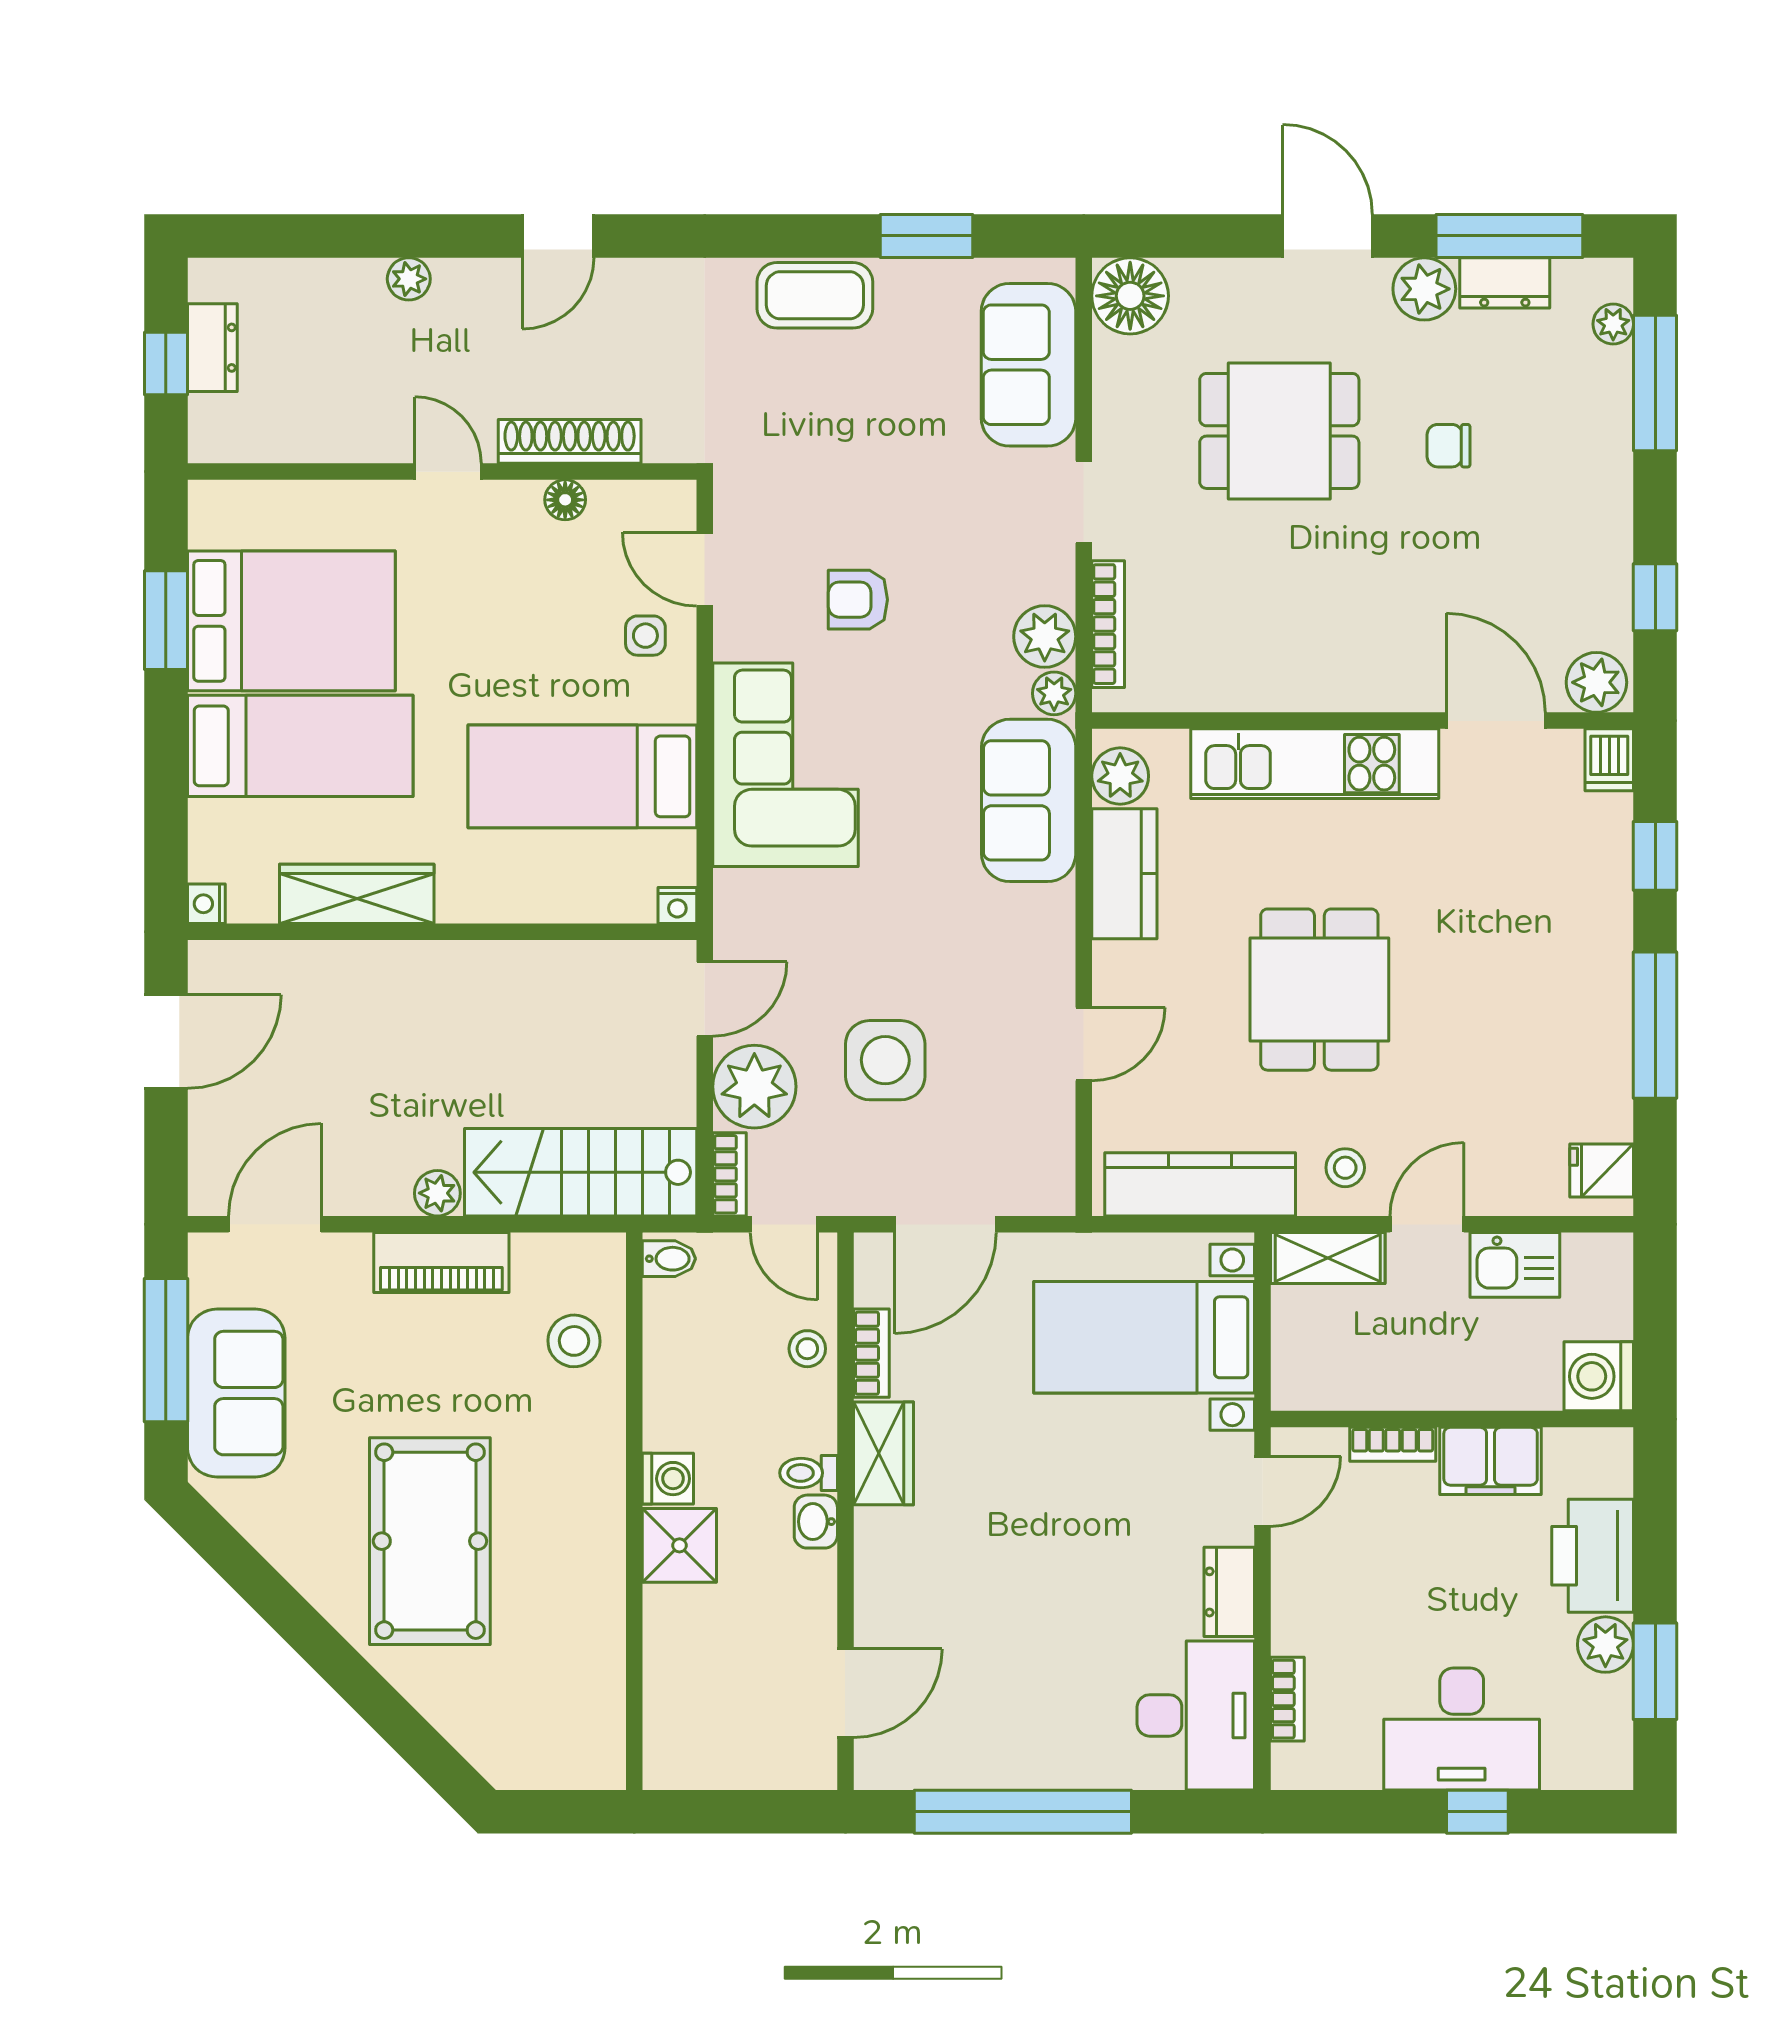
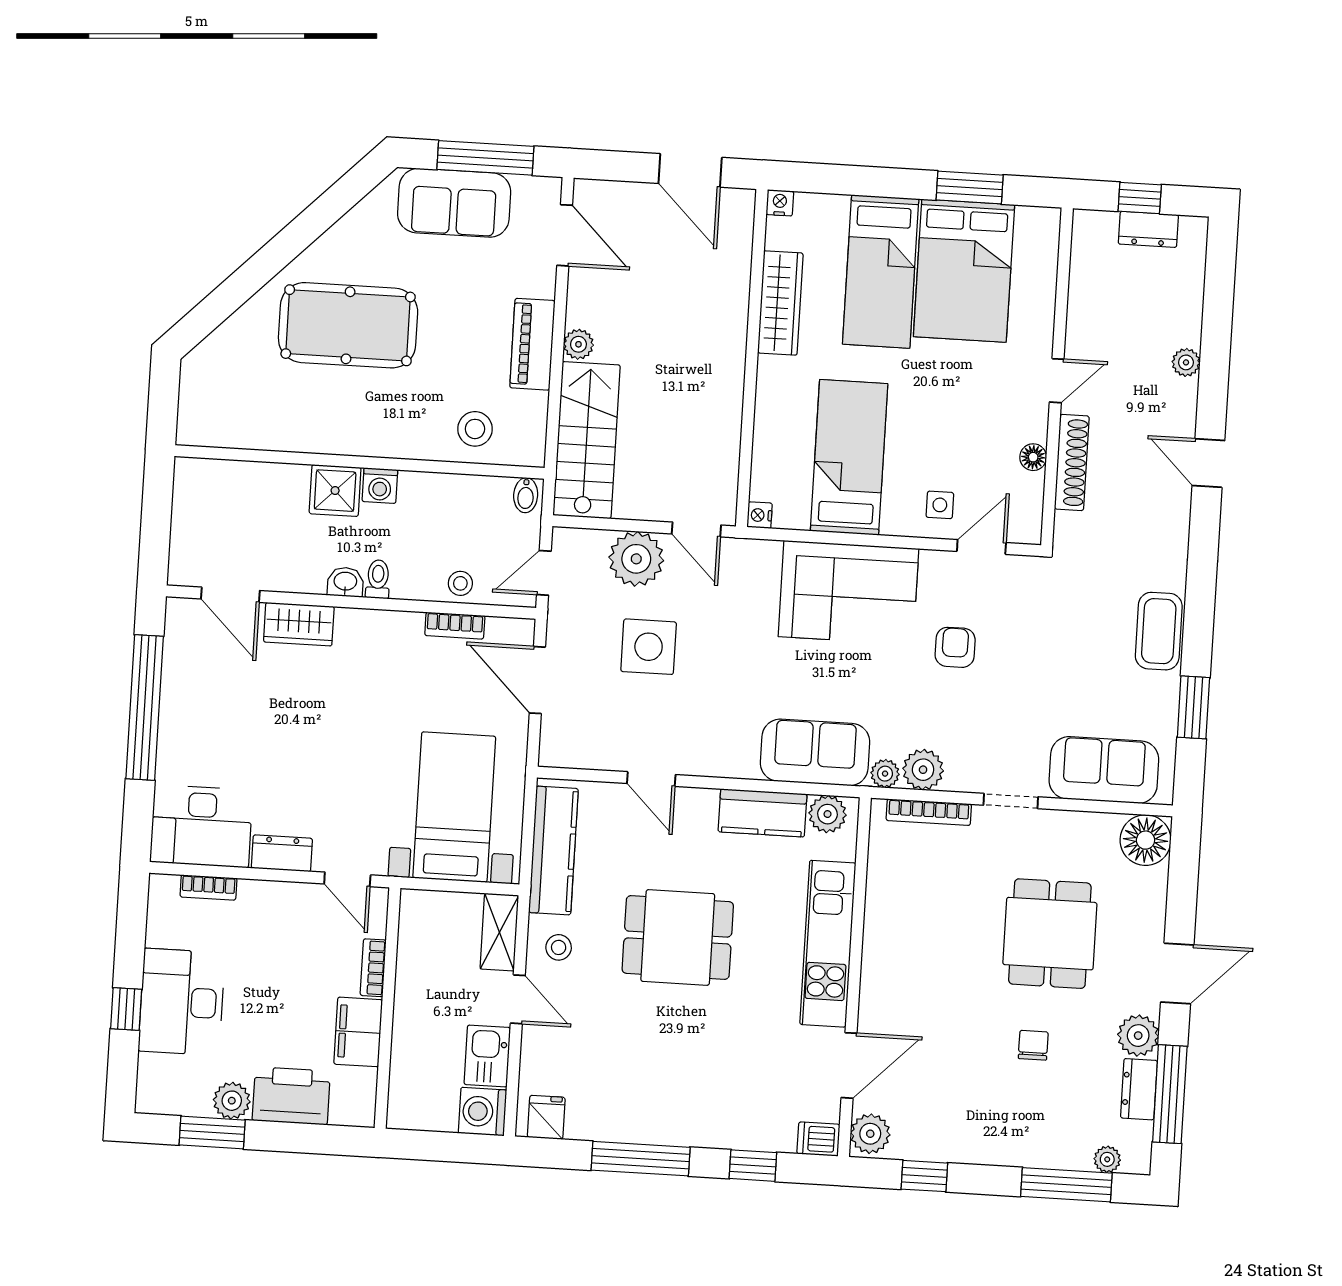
bookcase: (730, 1174) -> (579, 539), removed
washing machine: (1599, 1376) -> (482, 1112), moved, turned -90
wardrobe: (884, 1453) -> (299, 624), moved

